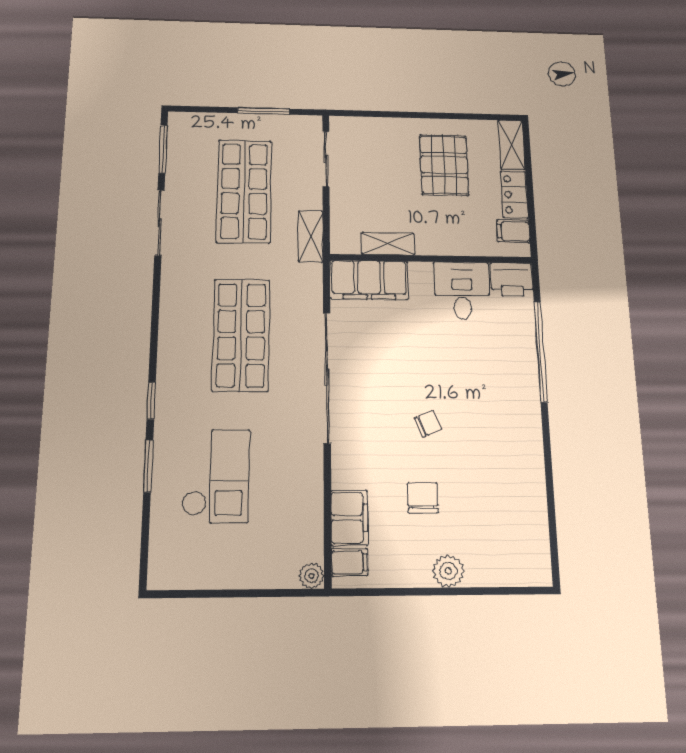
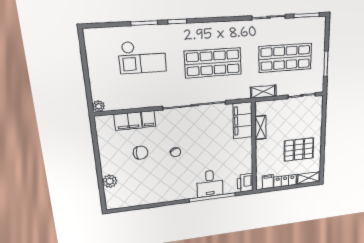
desk: (462, 291) -> (210, 184), moved, turned 90
filing cabinet: (350, 562) -> (149, 119), moved
plant: (448, 571) -> (110, 181), moved

